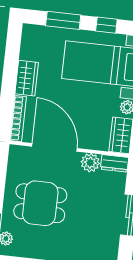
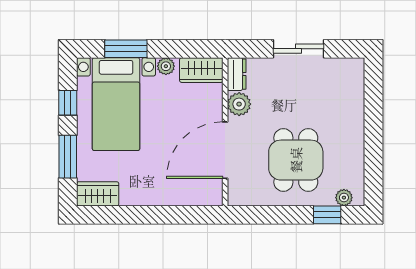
wardrobe: (27, 78) -> (98, 194), moved
bookcase: (18, 119) -> (195, 199), removed

